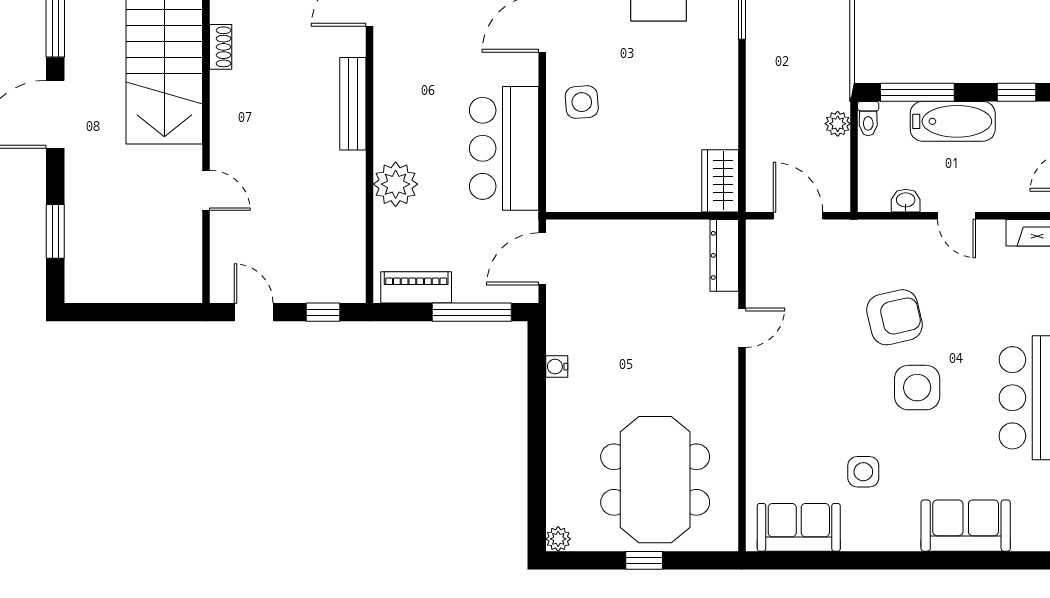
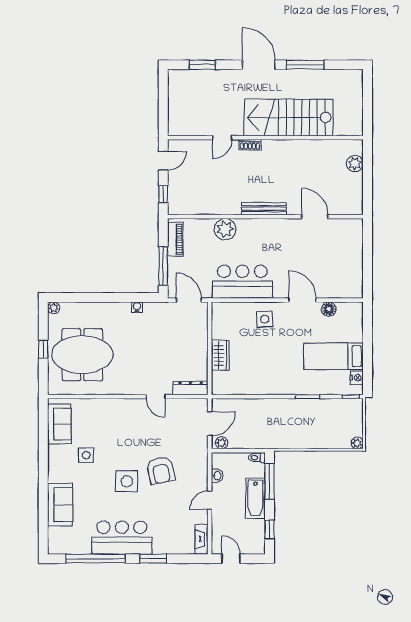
shoe rack: (221, 47) -> (250, 145), moved
plant: (838, 124) -> (222, 443), moved
wardrobe: (720, 181) -> (220, 355), moved, turned 90

